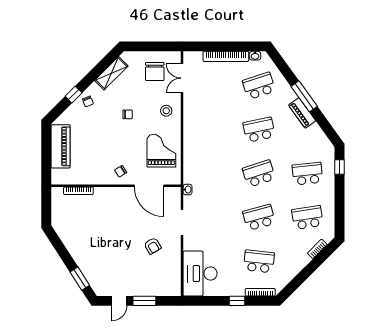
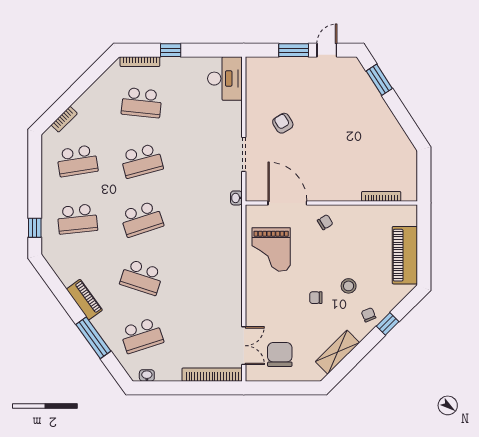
bookcase: (226, 56) -> (212, 375), moved
window: (304, 96) -> (93, 338), moved
stool: (166, 111) -> (349, 286), moved
school desk: (259, 130) -> (142, 277), turned 30
desk: (200, 274) -> (225, 79), width x0.73, depth x0.77

